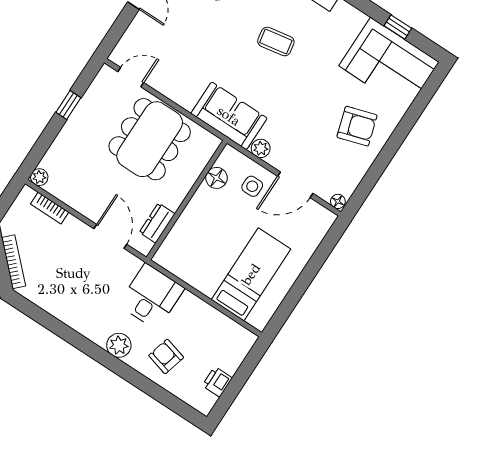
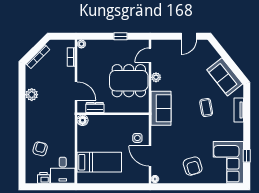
door: (131, 77) -> (150, 55), swing flipped
plant: (261, 148) -> (156, 77), moved
floor lamp: (217, 178) -> (83, 120), moved
door: (110, 236) -> (76, 91), hinge flipped
desk: (151, 296) -> (63, 170), moved, turned 90
plant: (119, 345) -> (32, 95), moved

